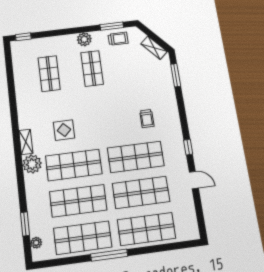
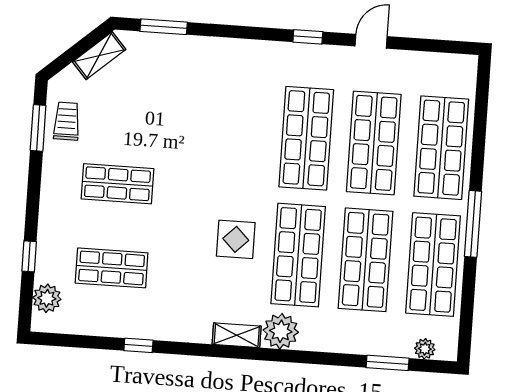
window: (23, 37) -> (29, 256), moved
plant: (84, 39) -> (47, 298), moved
window: (12, 94) -> (138, 345), added
trolley: (147, 119) -> (238, 101), removed
display table: (64, 130) -> (236, 239), moved

